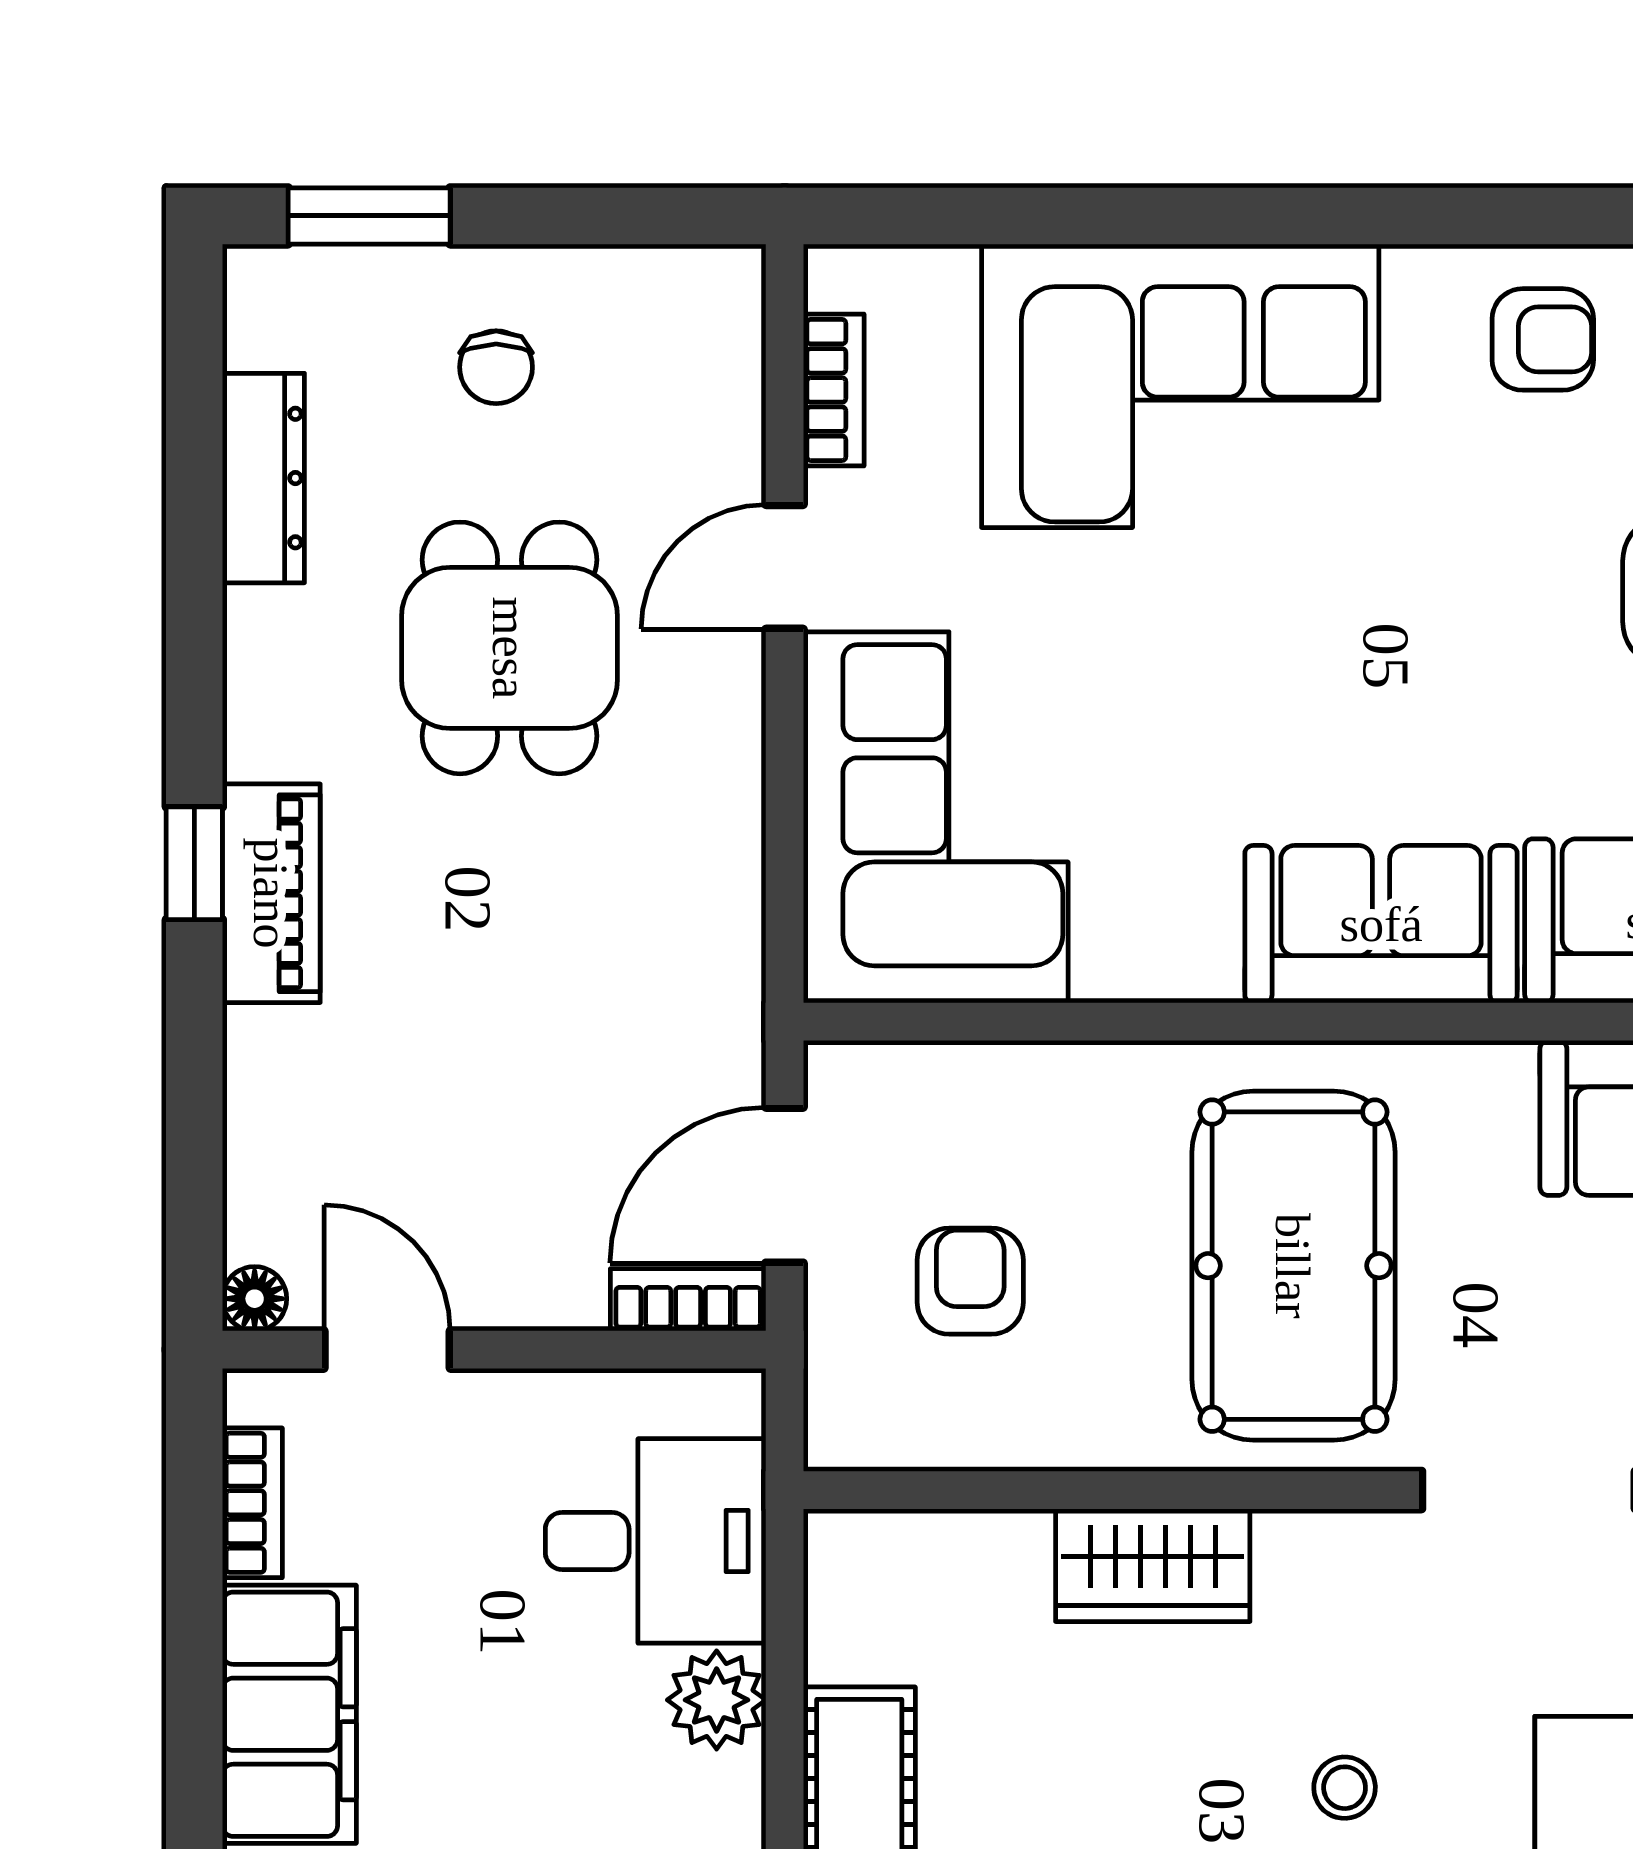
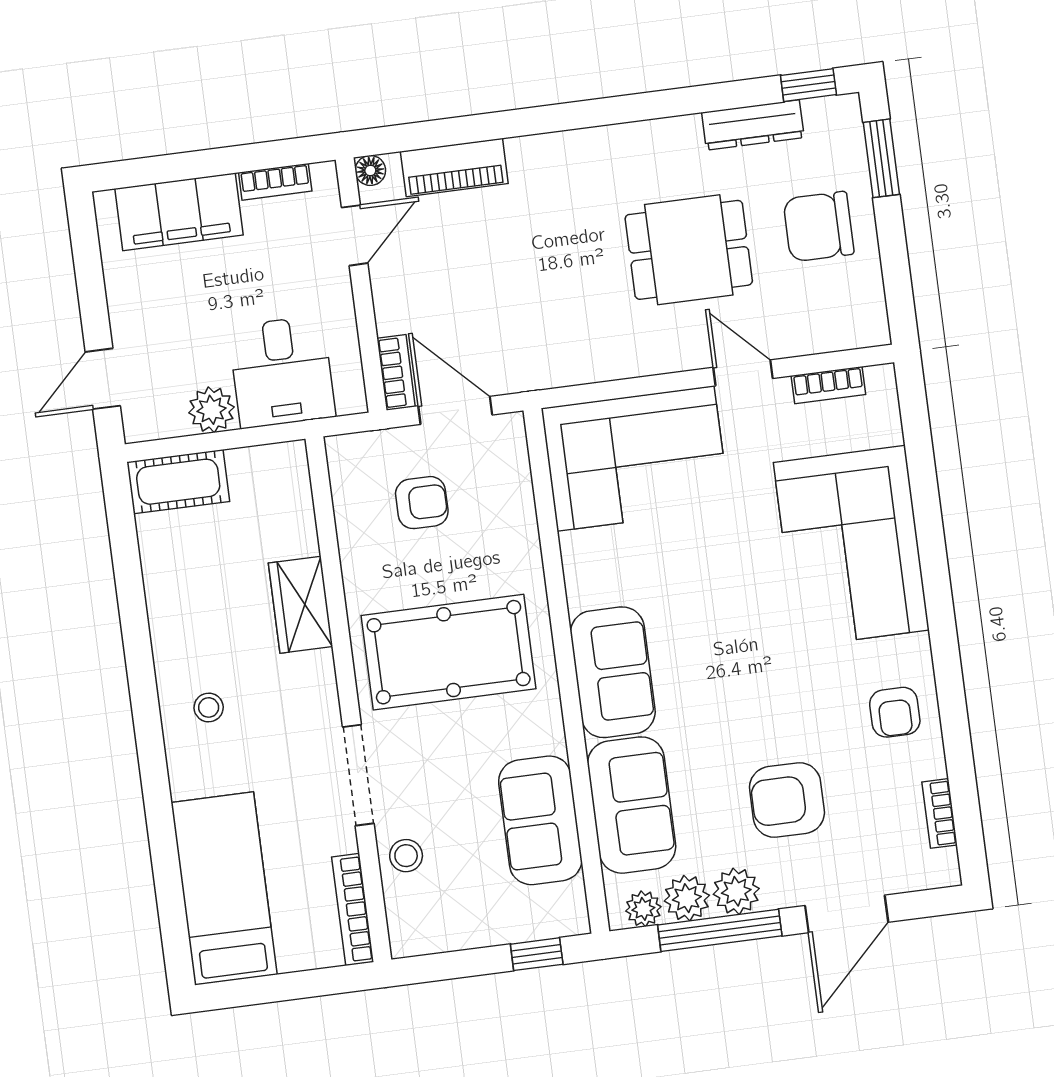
chair: (496, 367) -> (819, 227), width x1.87, depth x1.87
window: (194, 863) -> (808, 85), moved
piano: (271, 893) -> (454, 167), moved

